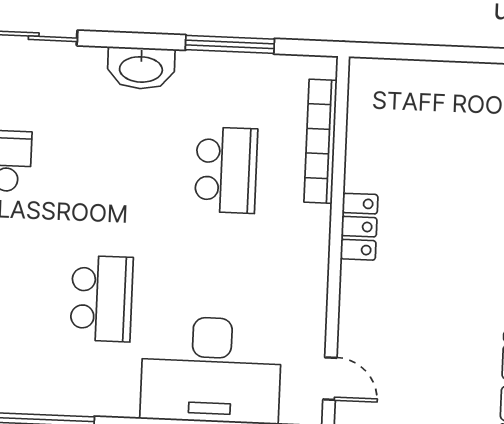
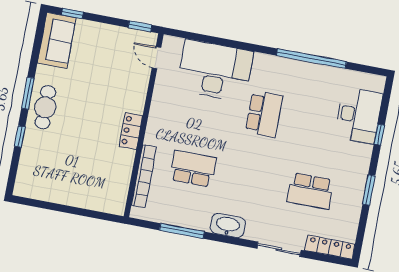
school desk: (226, 170) -> (193, 169), turned 90
school desk: (102, 299) -> (264, 114), turned 180

